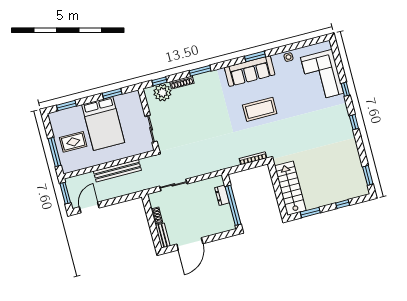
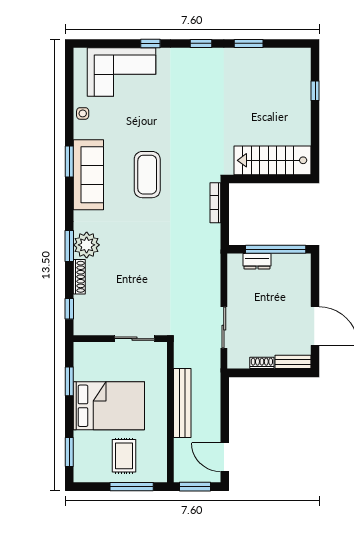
plant: (162, 93) -> (87, 245), moved
window: (368, 175) -> (249, 43), moved
window: (310, 212) -> (315, 140), removed

